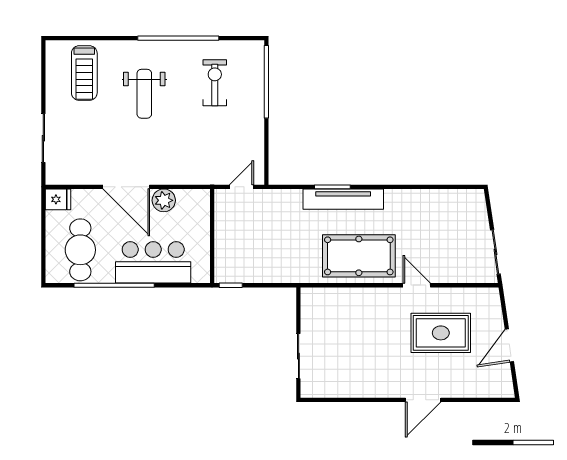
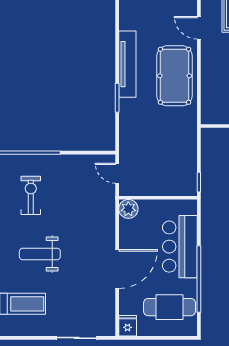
exercise bike: (215, 83) -> (31, 195), turned 90
weight bench: (144, 94) -> (40, 254), turned 180
tv unit: (343, 199) -> (127, 64), moved
plant: (164, 200) -> (128, 209), moved
door: (417, 285) -> (199, 28), hinge flipped

